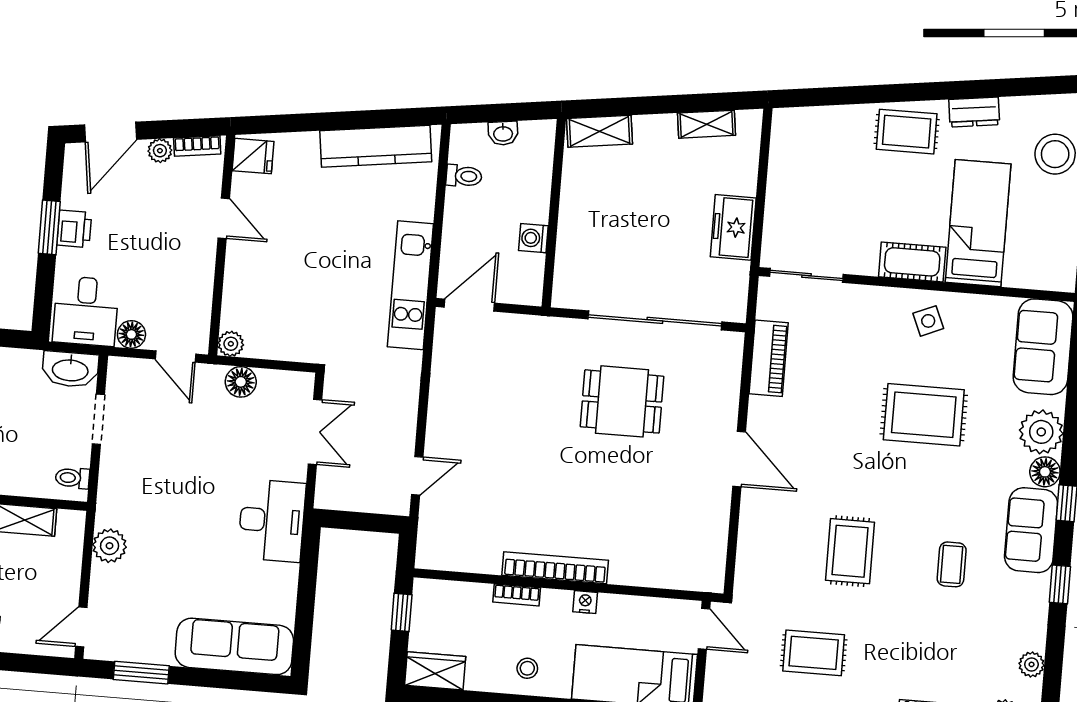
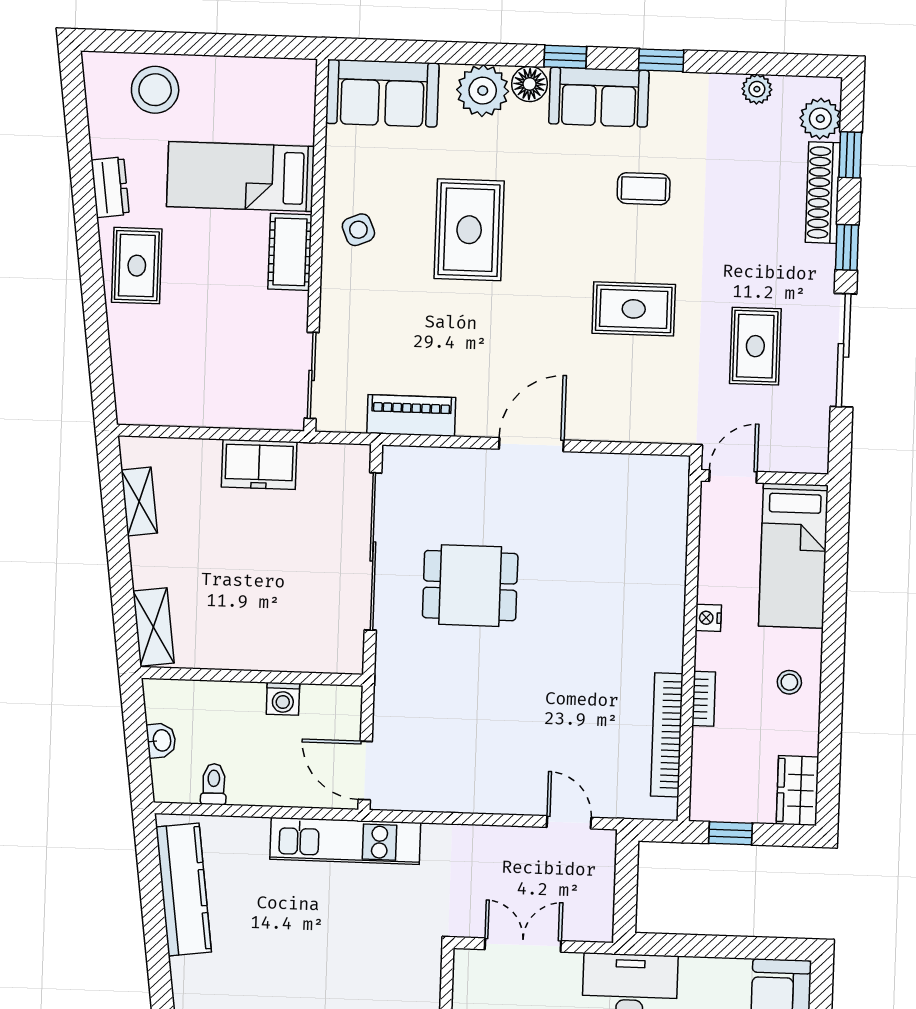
dining table: (622, 401) -> (470, 586), turned 90
bookcase: (555, 568) -> (667, 735), moved

